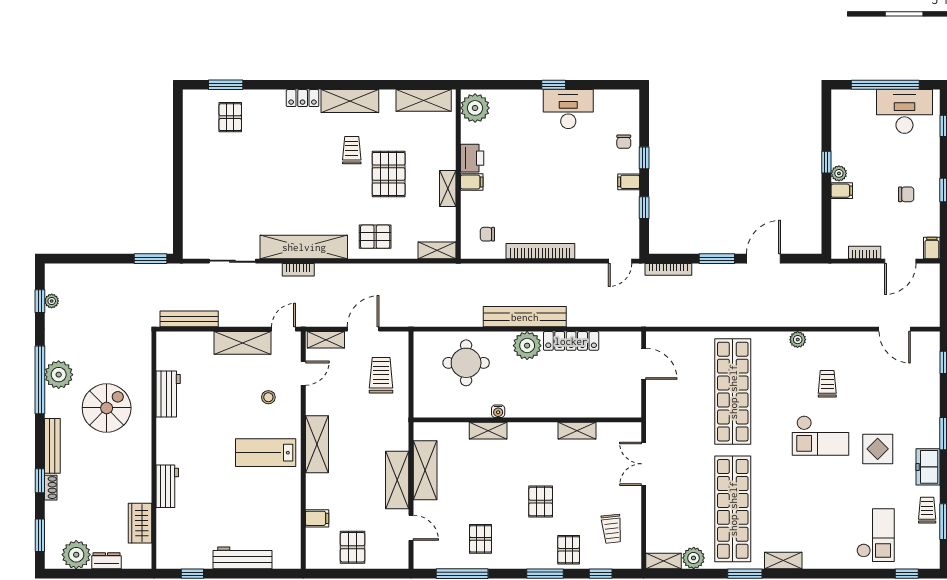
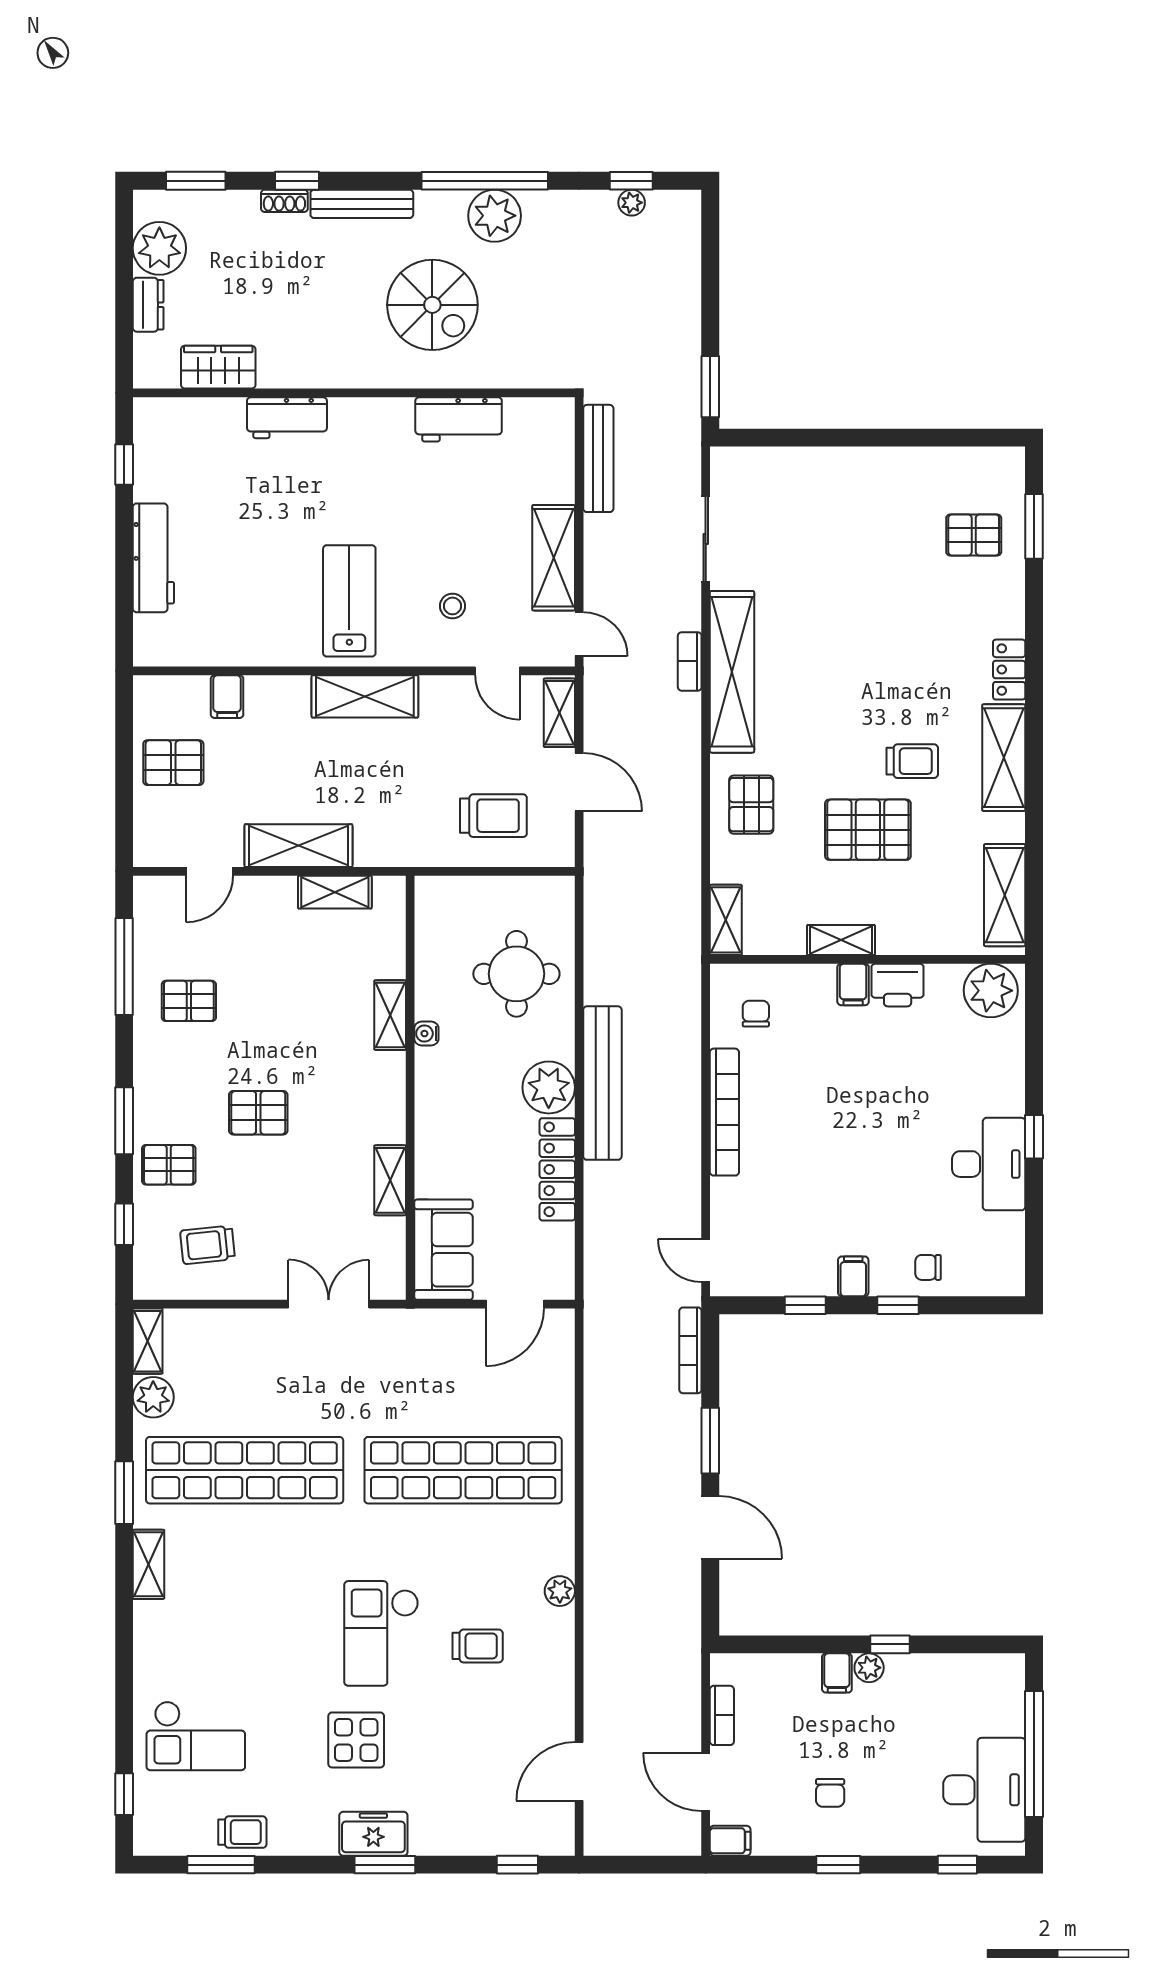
sofa: (614, 402) -> (443, 1250), added
freezer: (928, 467) -> (373, 1834), moved
shelving: (425, 470) -> (335, 892), width x0.67, depth x0.75

